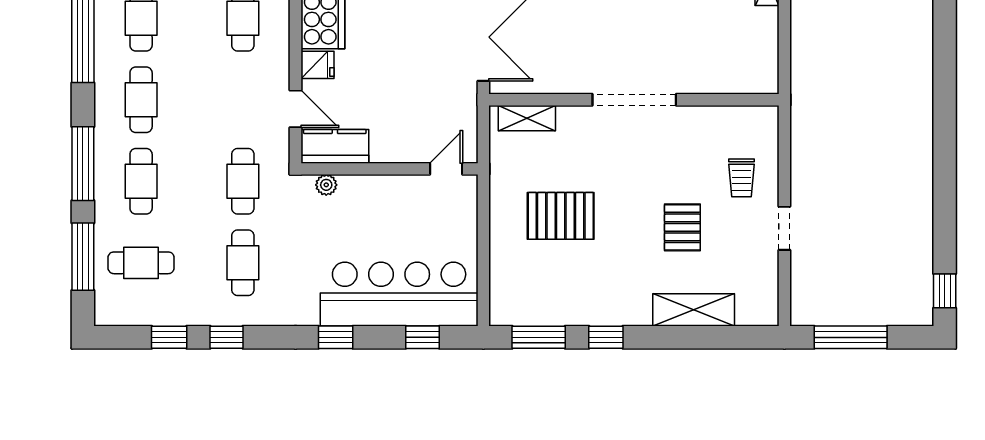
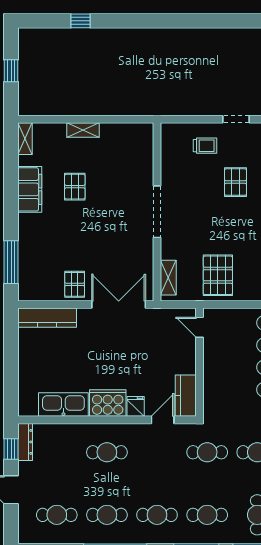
plant: (326, 185) -> (209, 401), removed
pallet: (561, 216) -> (218, 275), moved
pallet: (682, 227) -> (235, 182), turned 90

